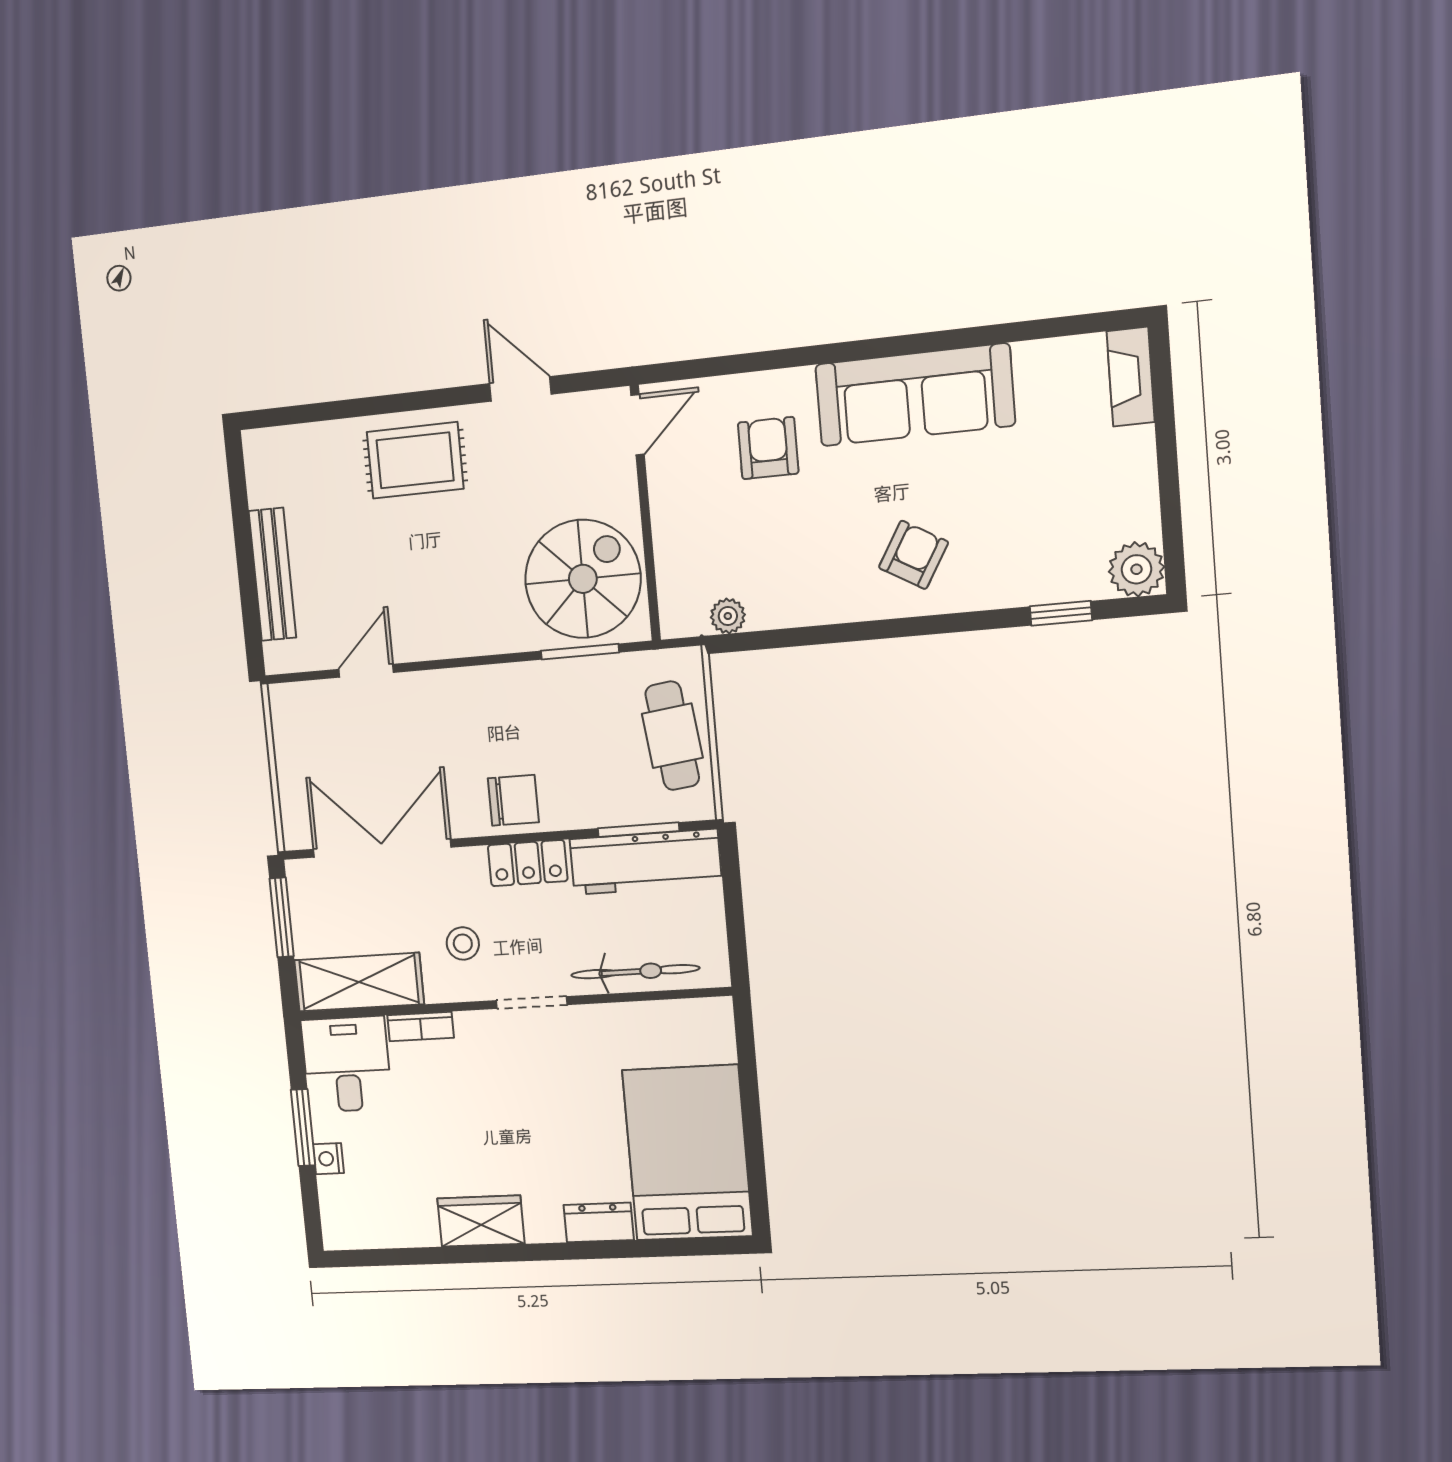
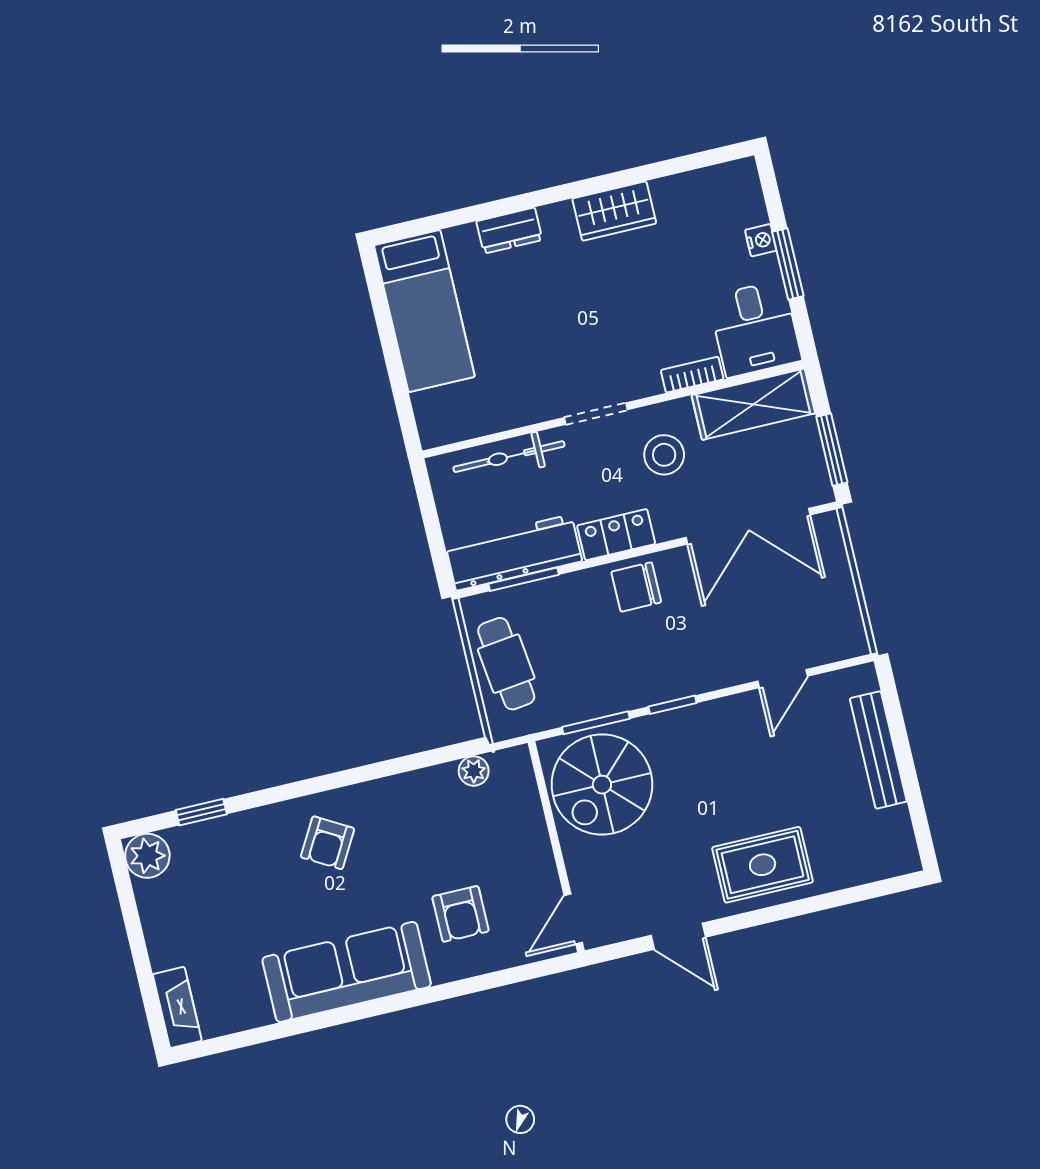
window: (491, 660) -> (672, 705), added
stool: (463, 943) -> (664, 455), width x1.37, depth x1.37
bed: (687, 1153) -> (424, 311), width x0.67

